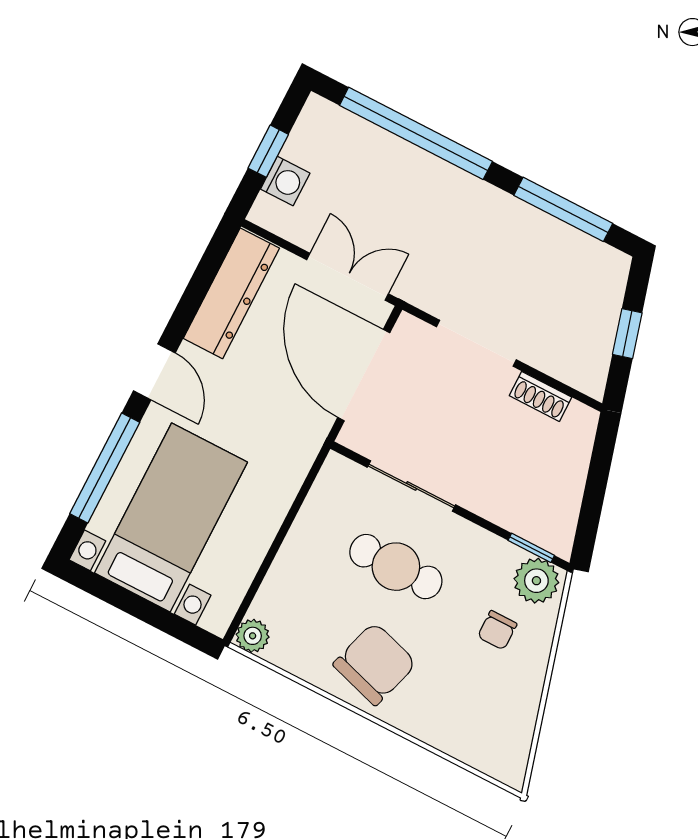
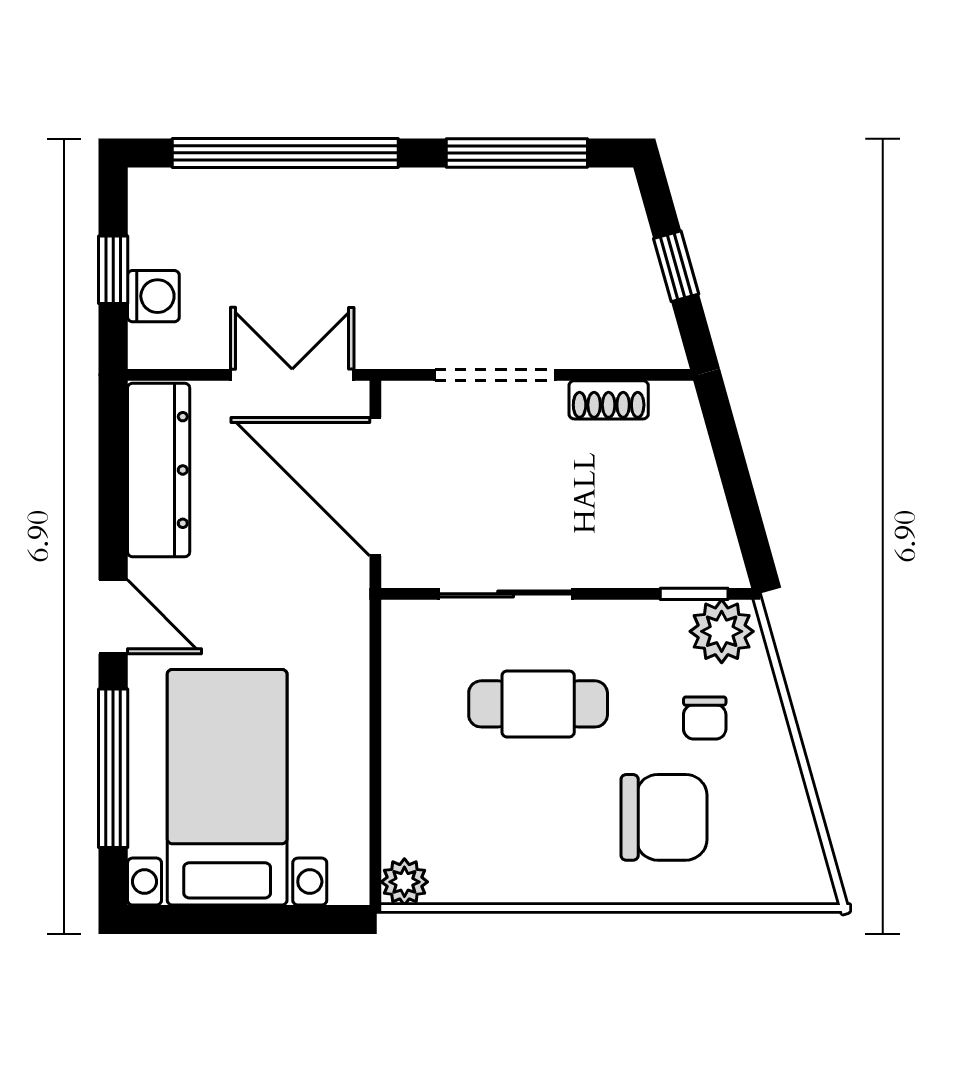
chair: (375, 664) -> (664, 817), moved, turned 73

